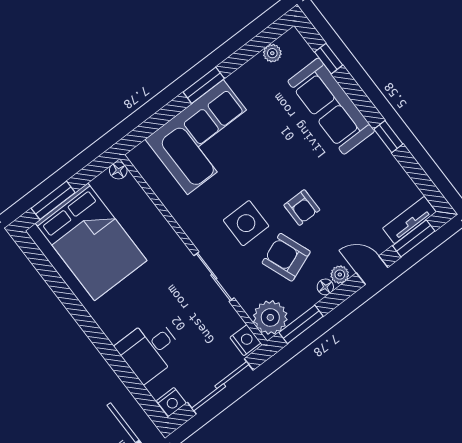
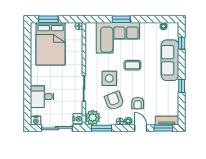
window: (204, 85) -> (121, 19), moved
coffee table: (270, 167) -> (132, 65), added
armchair: (302, 208) -> (138, 103), moved

